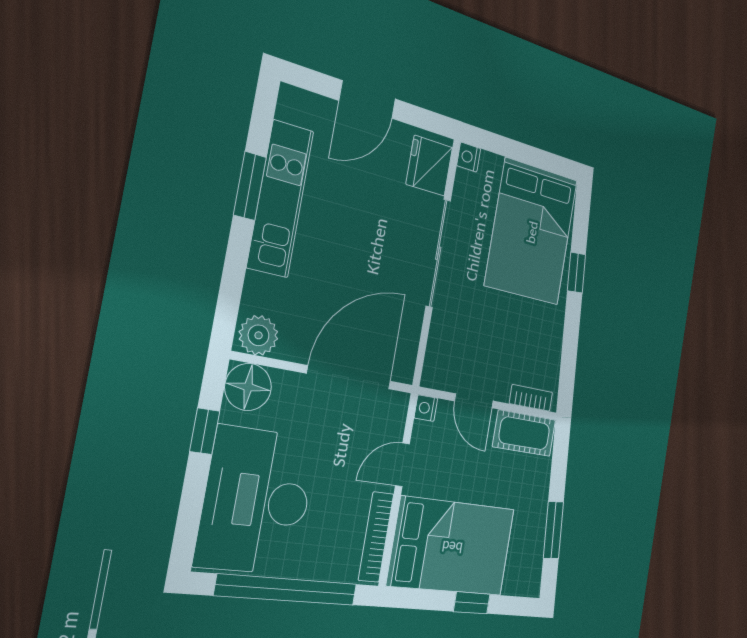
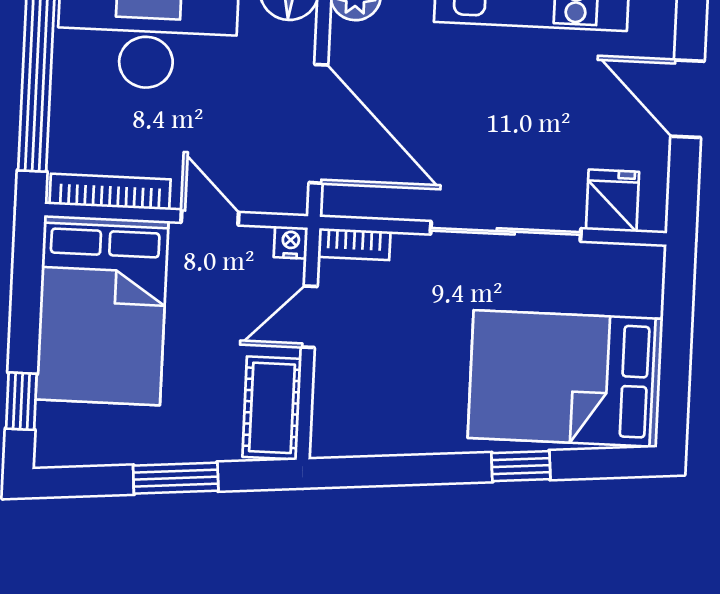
nightstand: (469, 157) -> (649, 260), removed
fridge: (429, 166) -> (612, 201), width x0.72
bookcase: (531, 398) -> (354, 244), moved, turned 90
window: (553, 530) -> (176, 478), moved
window: (472, 603) -> (21, 401), moved

